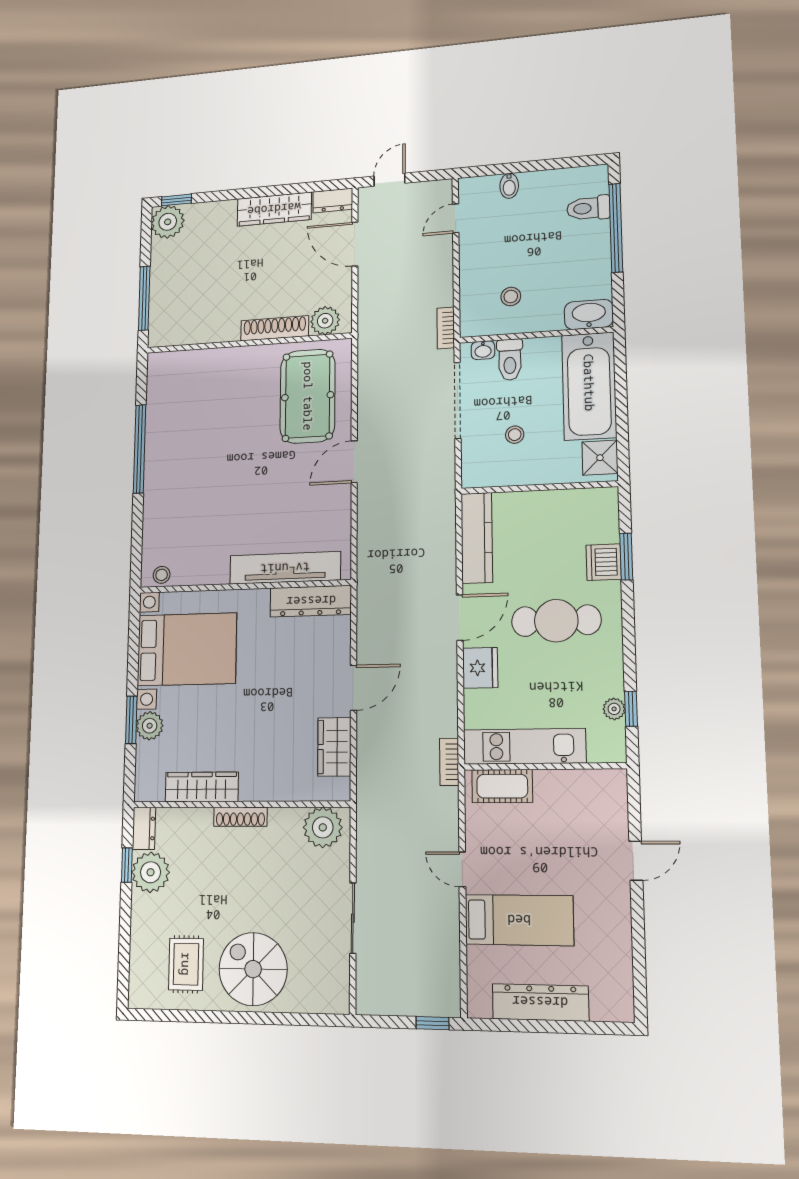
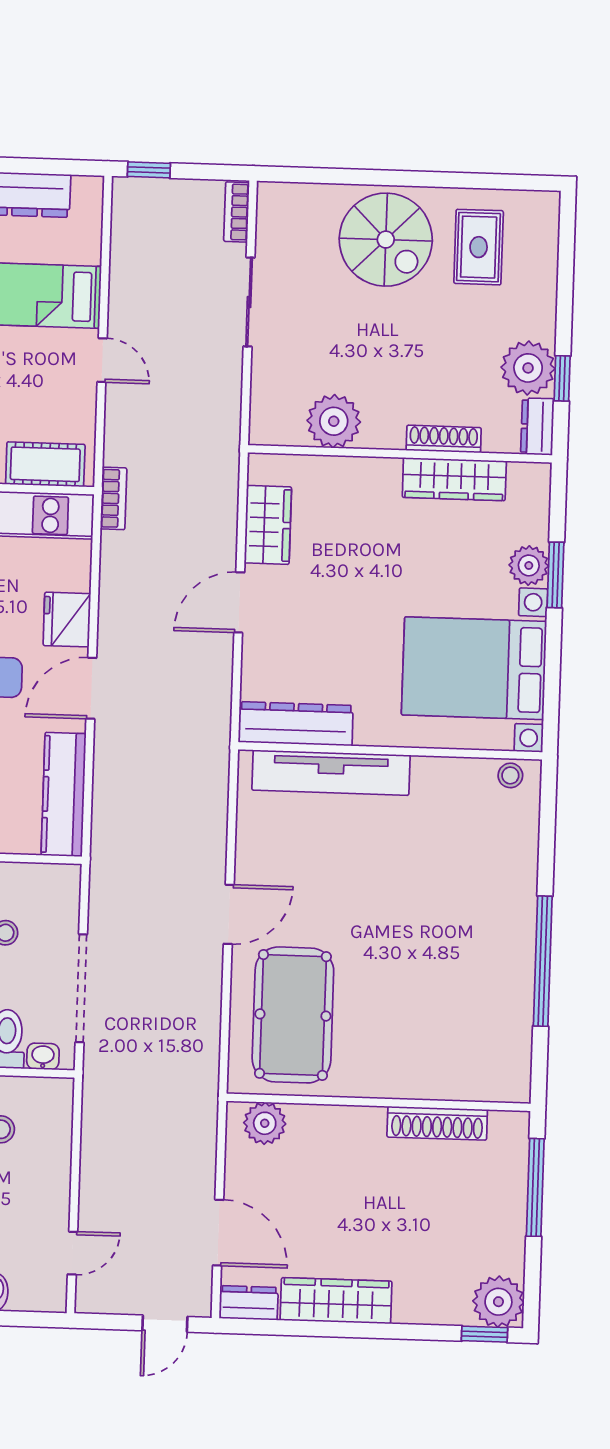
shoe rack: (275, 328) -> (437, 1123), moved
bookcase: (446, 328) -> (237, 212), moved, turned 180
shoe rack: (240, 817) -> (444, 439), moved
plant: (323, 827) -> (334, 421), moved

